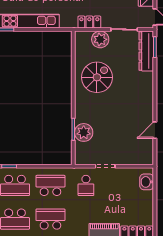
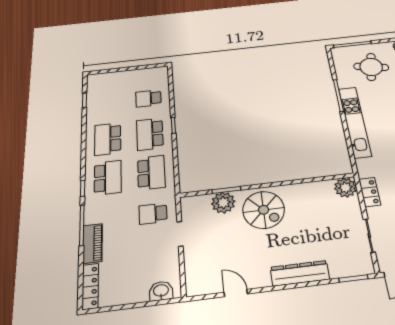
plant: (100, 39) -> (345, 188), moved
dresser: (146, 51) -> (300, 273), moved
spiral stairs: (97, 77) -> (264, 210), moved

